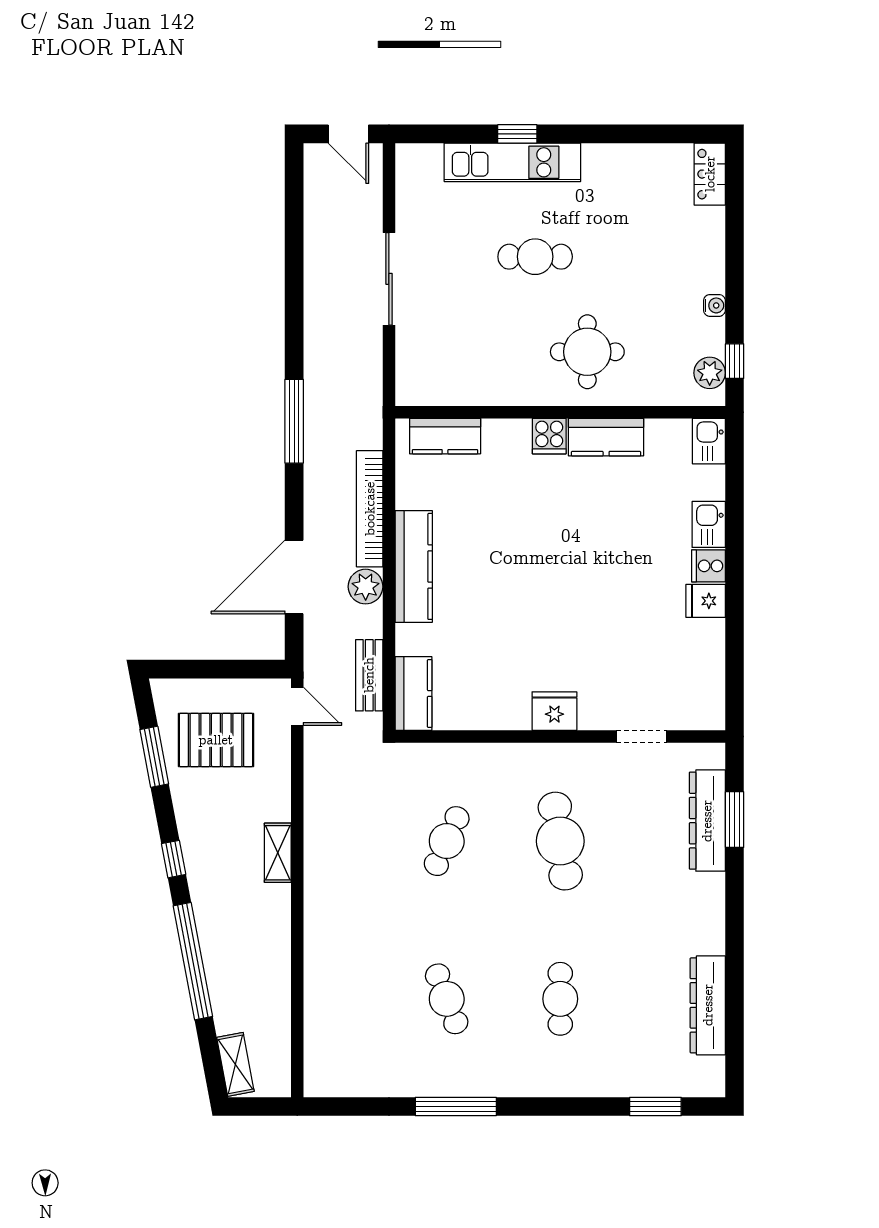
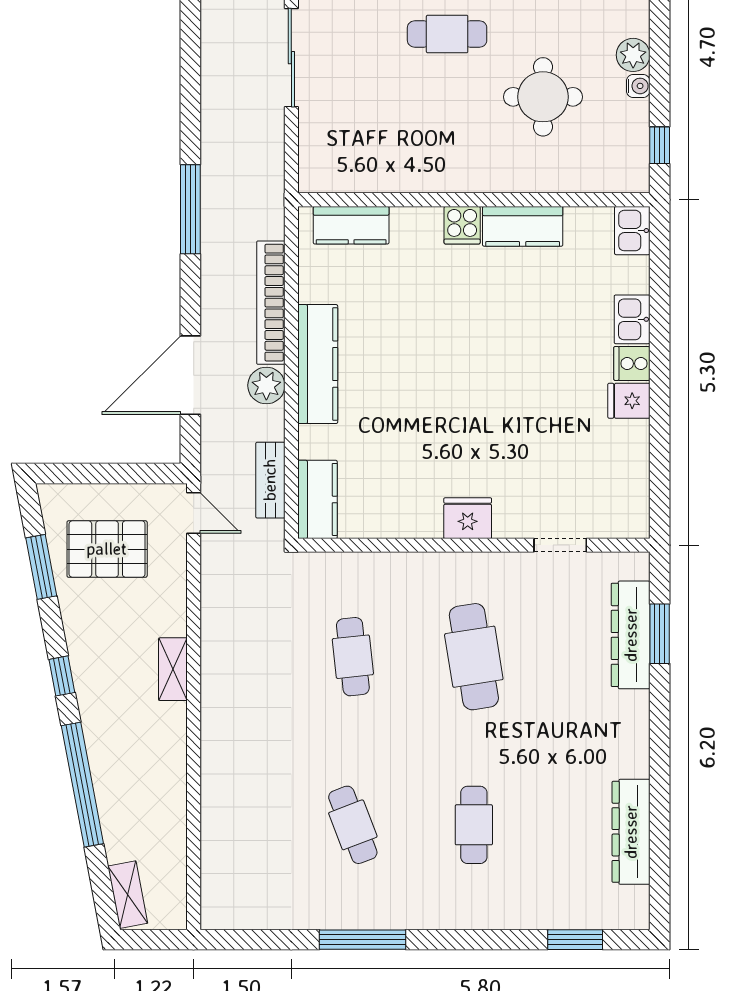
round table: (587, 352) -> (543, 97), moved
plant: (710, 373) -> (633, 55), moved
cafe table: (447, 841) -> (353, 657), turned -30

